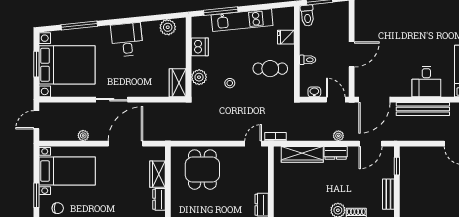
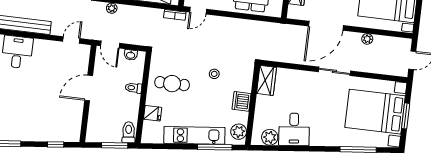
desk: (127, 40) -> (294, 129), moved
dishwasher: (200, 47) -> (242, 101), moved
plant: (199, 77) -> (239, 132), moved
door: (374, 100) -> (71, 40), width x0.53

